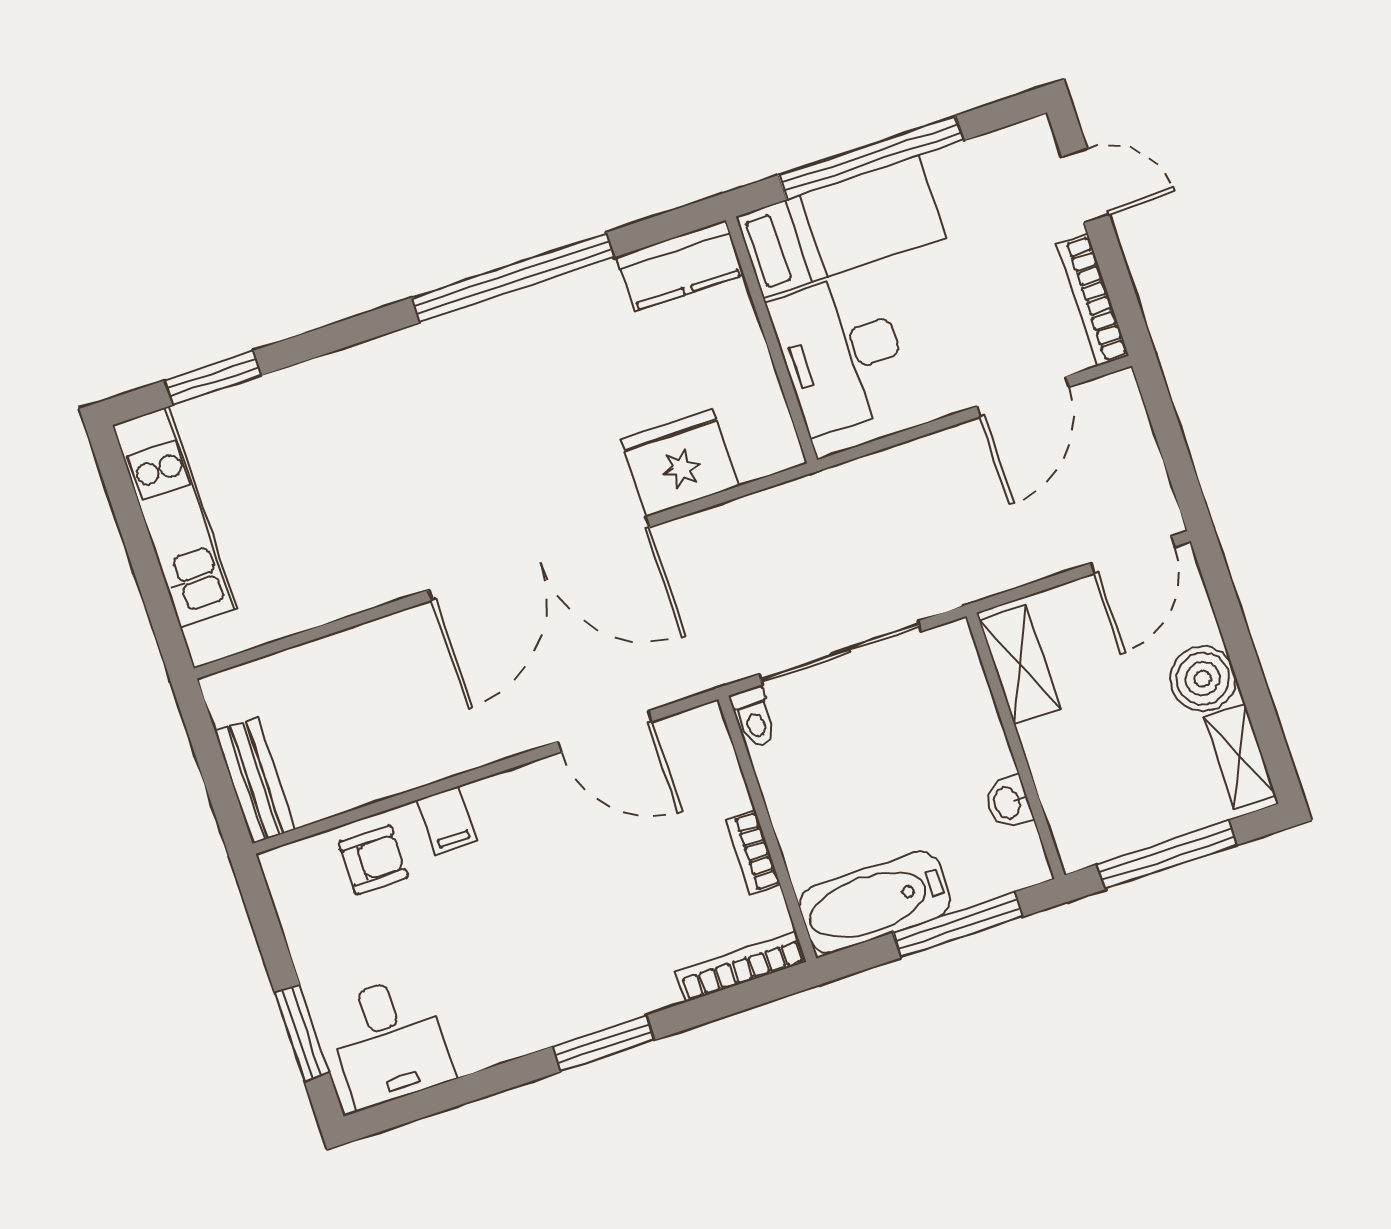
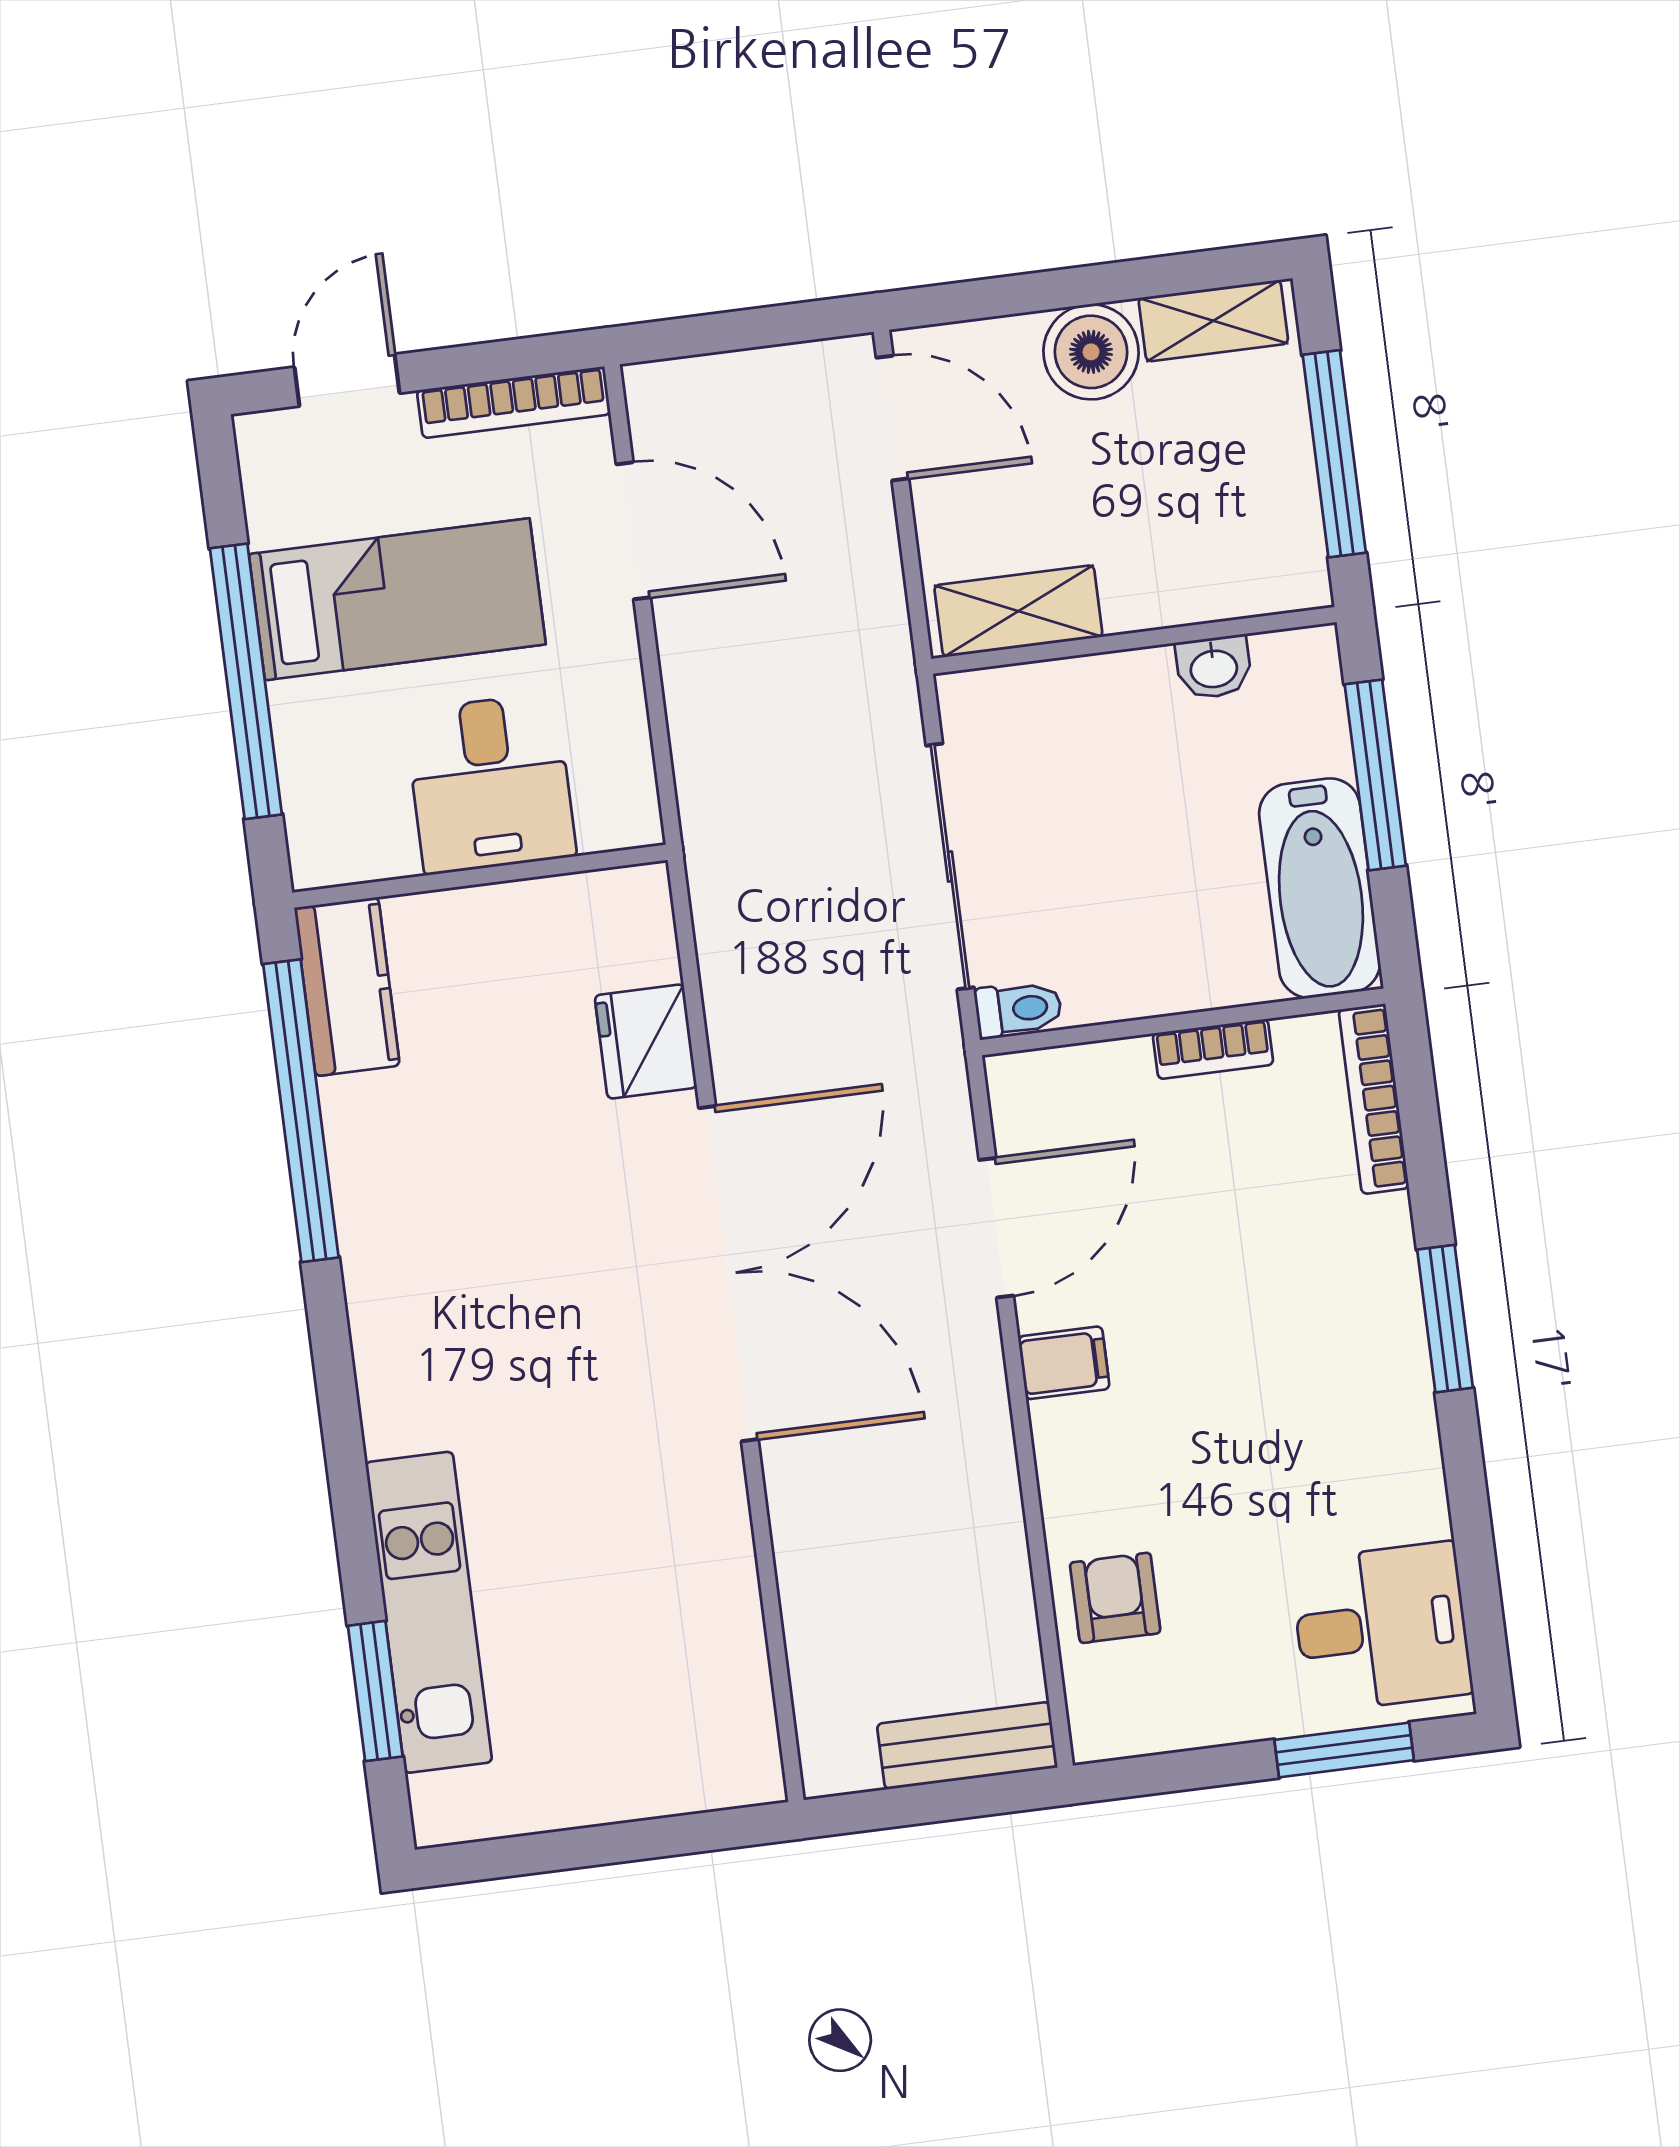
bed: (841, 227) -> (397, 599), moved, turned 90
window: (513, 277) -> (301, 1111), moved
desk: (841, 353) -> (490, 784), width x0.73
fridge: (680, 463) -> (646, 1042), width x0.73, depth x0.75
kitchen unit: (175, 517) -> (429, 1612), moved, turned 90
filing cabinet: (447, 820) -> (1064, 1363), moved

